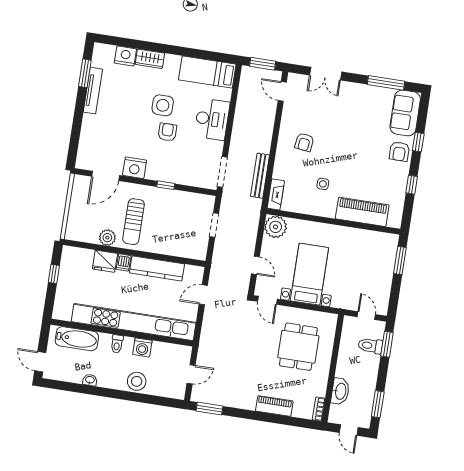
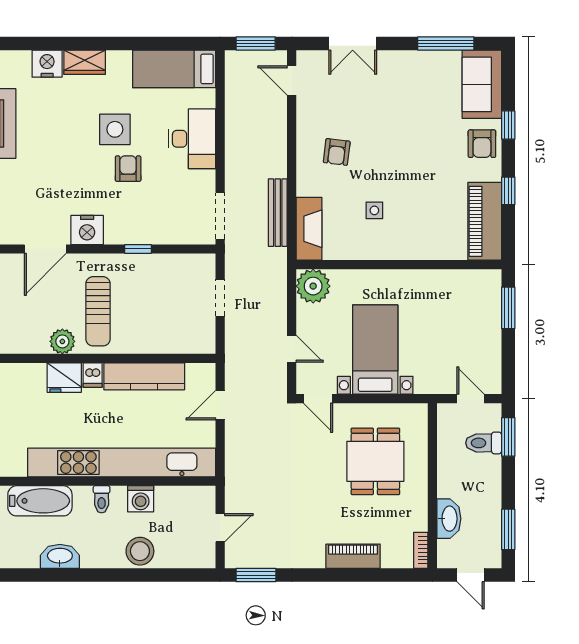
fireplace: (276, 194) -> (309, 229), width x1.37, depth x1.32
piano: (362, 212) -> (485, 221), moved, turned -90
washbasin: (90, 380) -> (60, 556), width x1.91, depth x1.45

